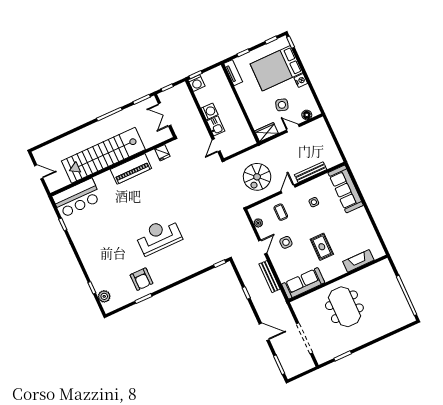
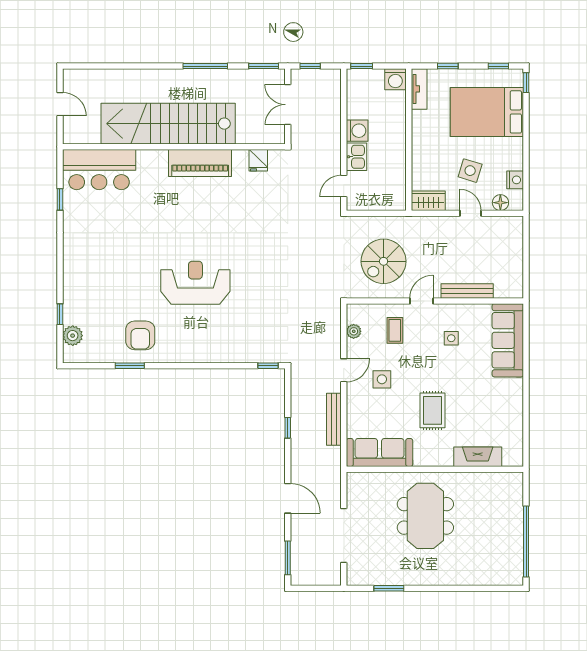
nightstand: (301, 80) -> (515, 180), moved
washing machine: (196, 83) -> (395, 79), moved

